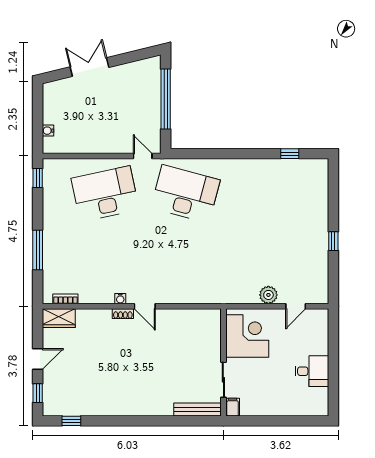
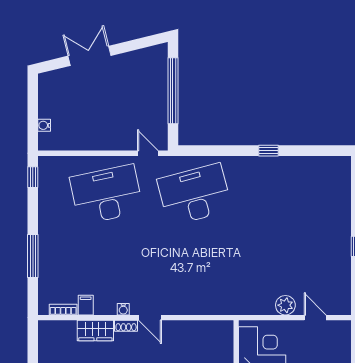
window: (290, 154) -> (269, 151), moved
desk: (185, 194) -> (195, 195), turned -30
filing cabinet: (86, 295) -> (86, 305), added
door: (296, 306) -> (315, 318), swing flipped
wardrobe: (59, 318) -> (95, 331), moved

